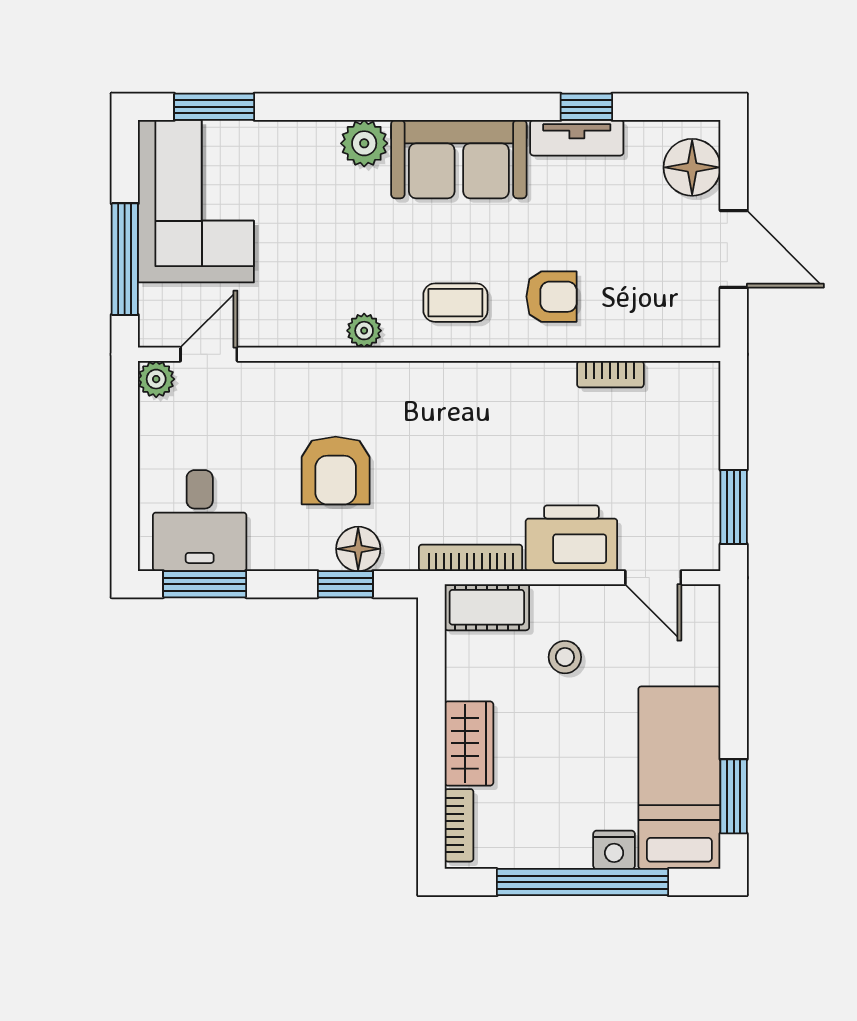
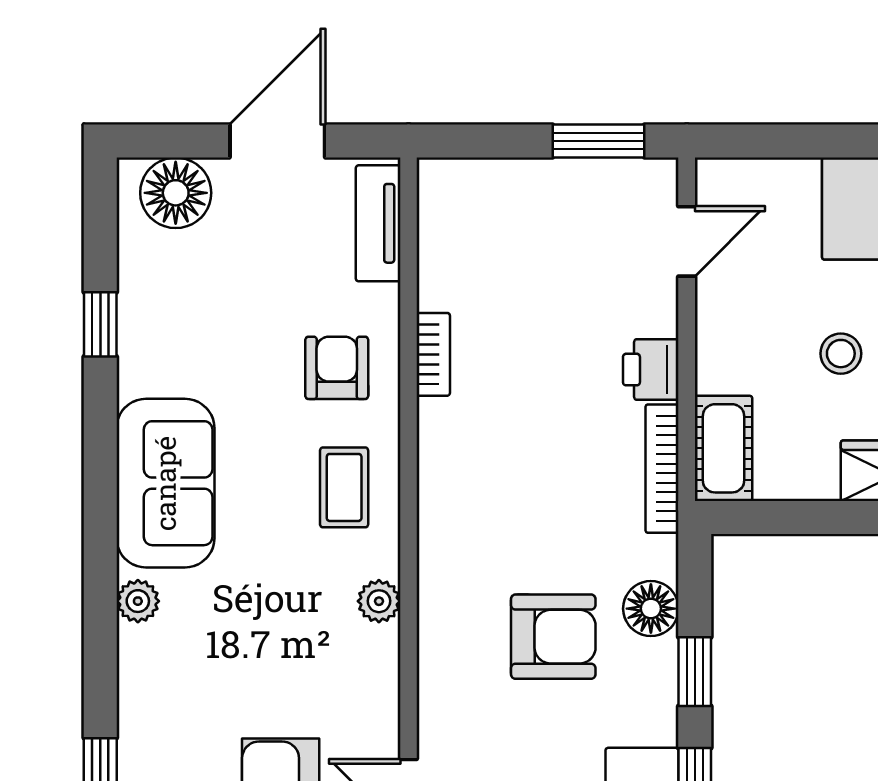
tv unit: (577, 138) -> (378, 223), moved, turned 180
plant: (364, 143) -> (138, 601), width x0.73, depth x0.73
bookcase: (610, 374) -> (433, 354), moved
printer: (571, 538) -> (651, 370), width x0.53, depth x0.68
window: (345, 584) -> (695, 672), moved
stool: (565, 657) -> (841, 354), moved

